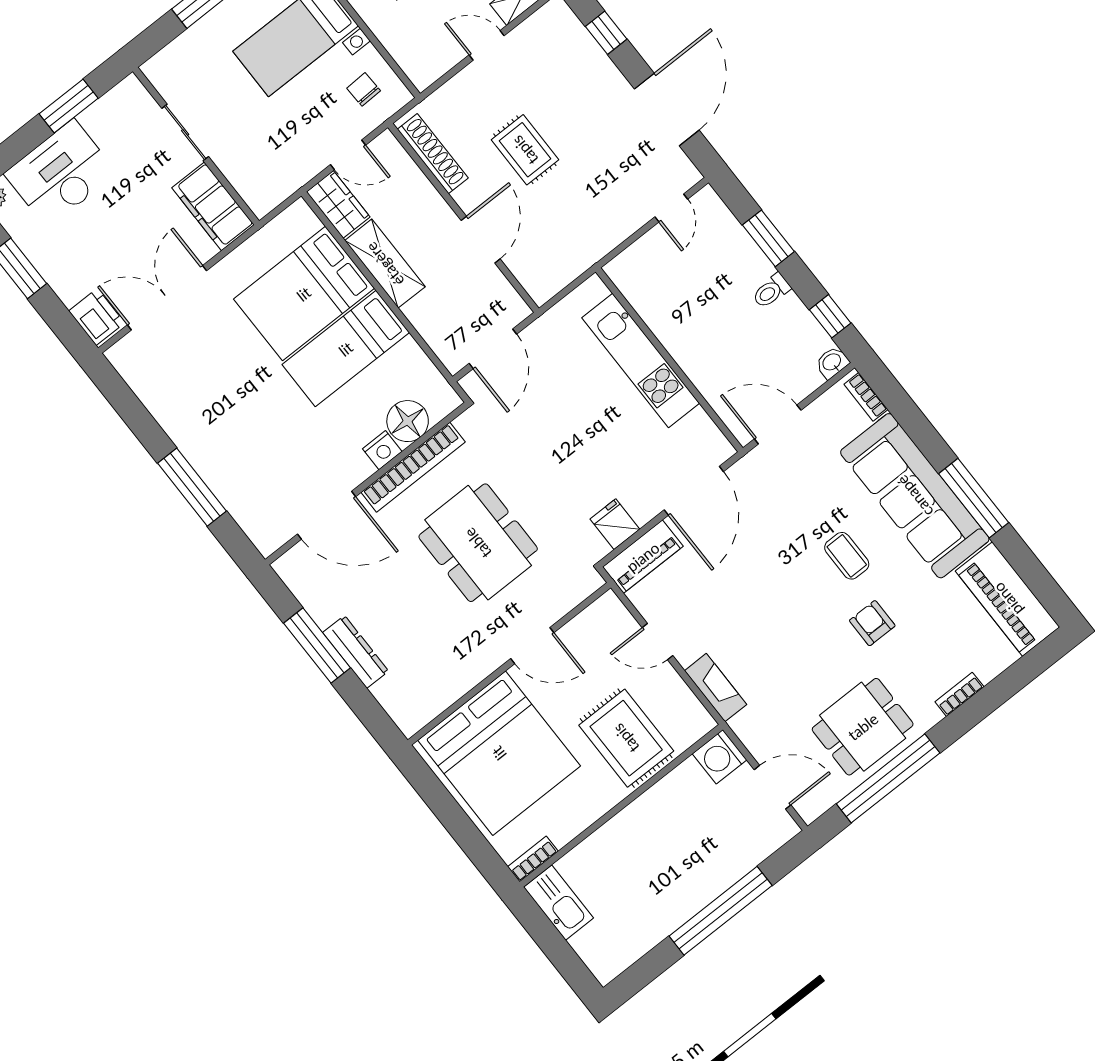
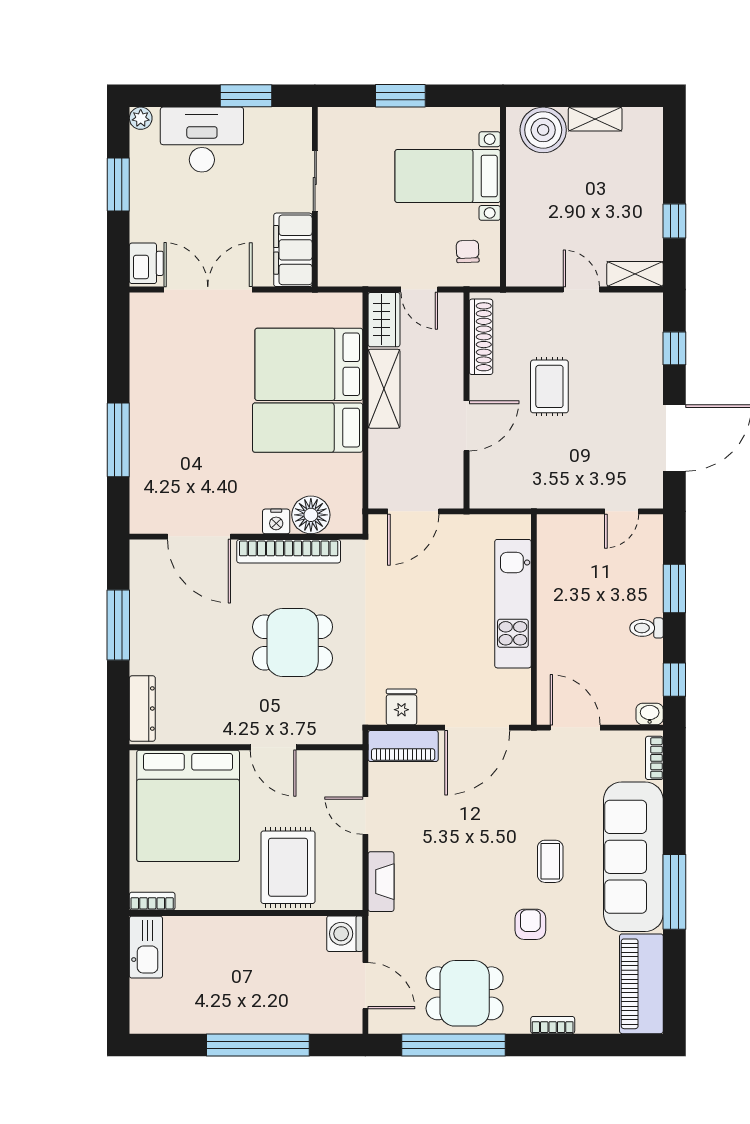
dining table: (478, 543) -> (293, 642), width x0.73
dresser: (356, 652) -> (142, 708), moved

